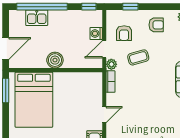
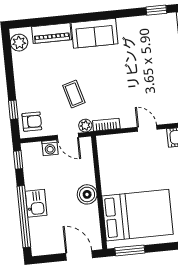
kitchen sink: (37, 18) -> (36, 203), moved
armchair: (156, 25) -> (32, 76), removed
armchair: (124, 33) -> (32, 122), moved

